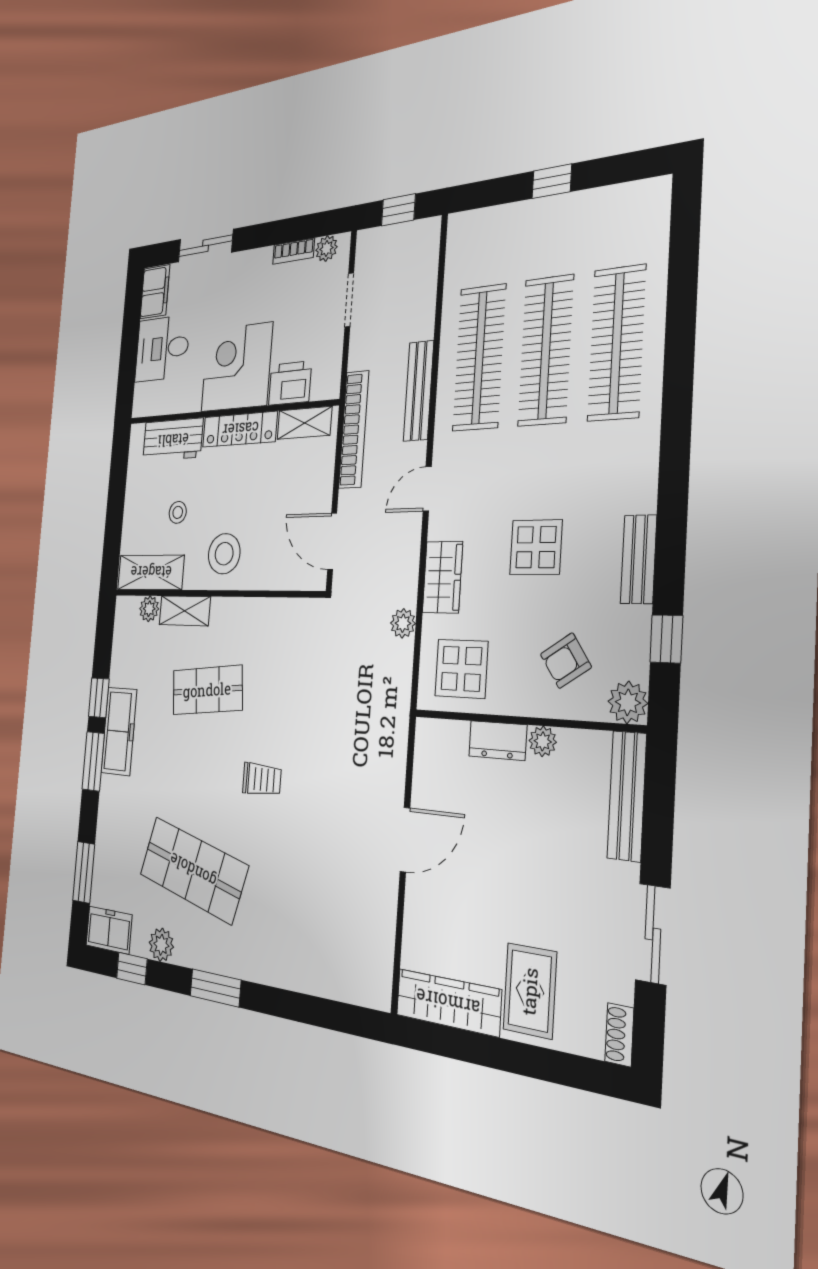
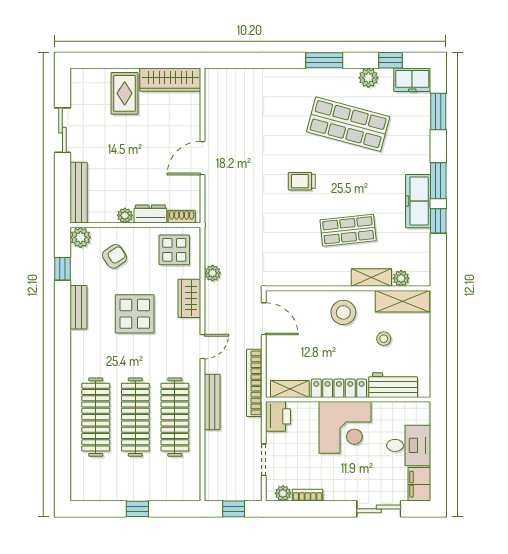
printer: (290, 383) -> (278, 416), moved, turned -90
display table: (536, 547) -> (135, 314), width x1.36, depth x1.36
shoe rack: (619, 1035) -> (182, 217), moved, turned -90

